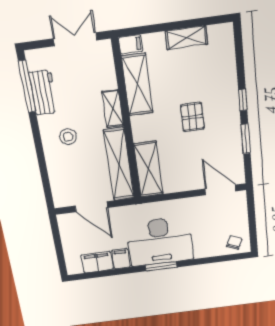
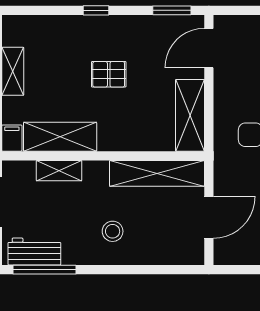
workbench: (43, 92) -> (34, 252), moved
shelving: (113, 109) -> (59, 171), moved
window: (246, 139) -> (172, 10), moved
shelving: (148, 169) -> (190, 115), moved, turned 90

